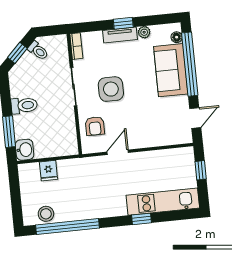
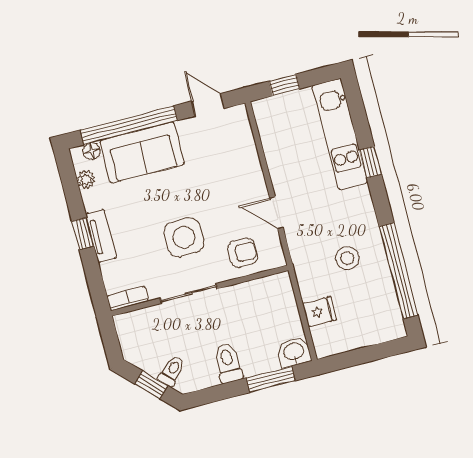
plant: (144, 32) -> (86, 179), moved
toilet: (38, 51) -> (172, 371), moved
stool: (46, 214) -> (347, 258), moved

